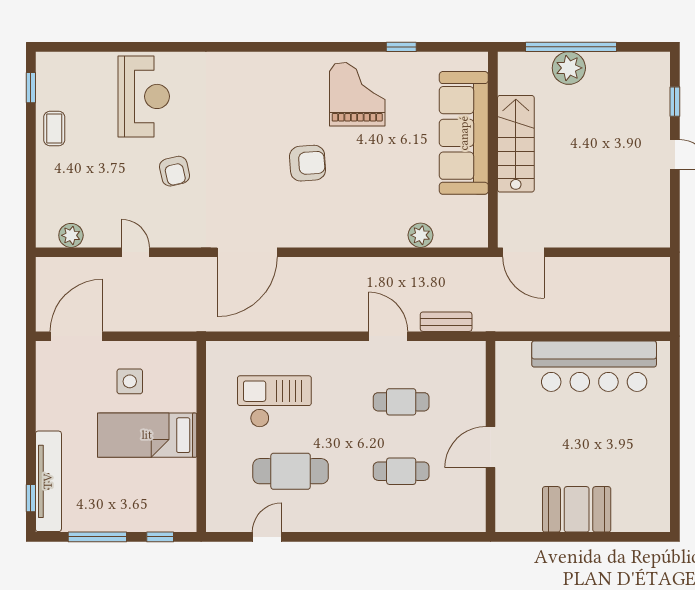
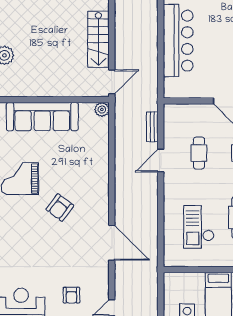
stairs: (516, 144) -> (98, 39), moved, turned -90
armchair: (308, 163) -> (60, 208), turned -139
armchair: (175, 171) -> (71, 295), moved, turned 103
plant: (421, 235) -> (102, 109), moved

